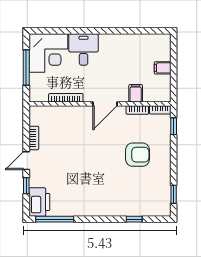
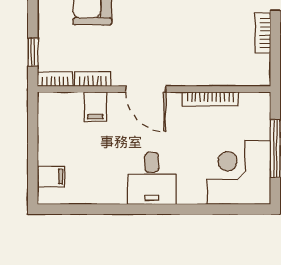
desk: (84, 49) -> (152, 179), moved
filing cabinet: (163, 68) -> (51, 177), moved
door: (105, 104) -> (146, 89), swing flipped

